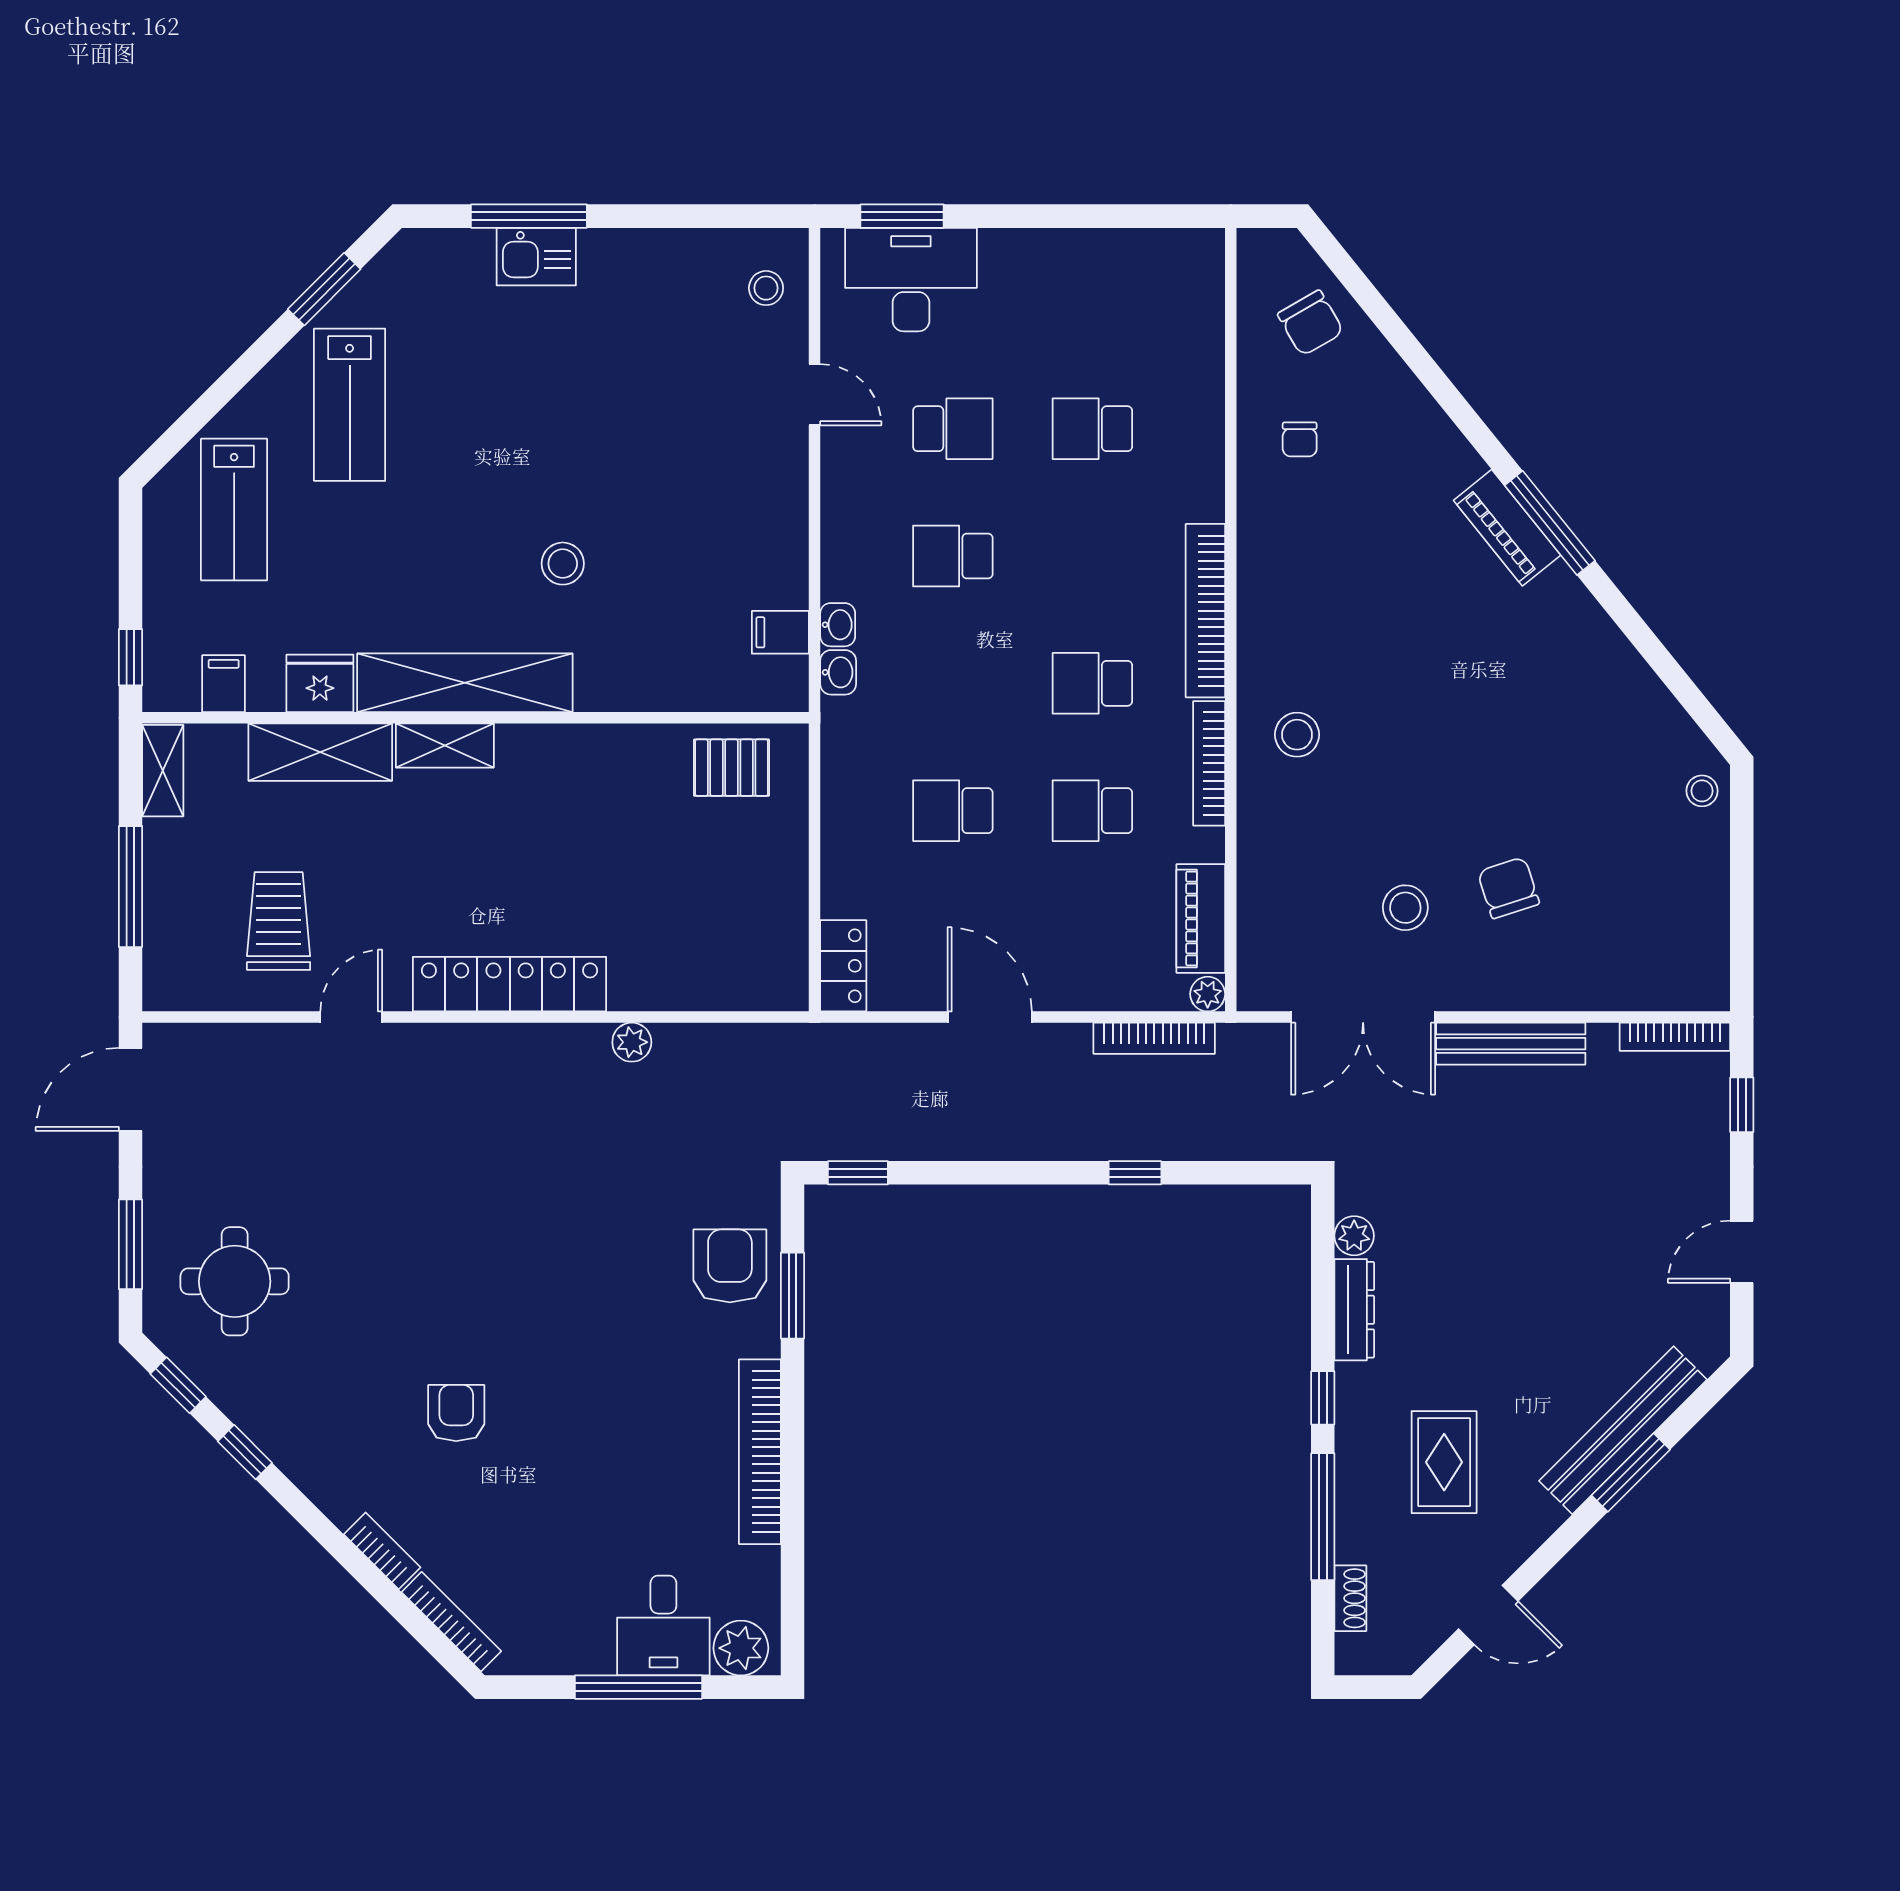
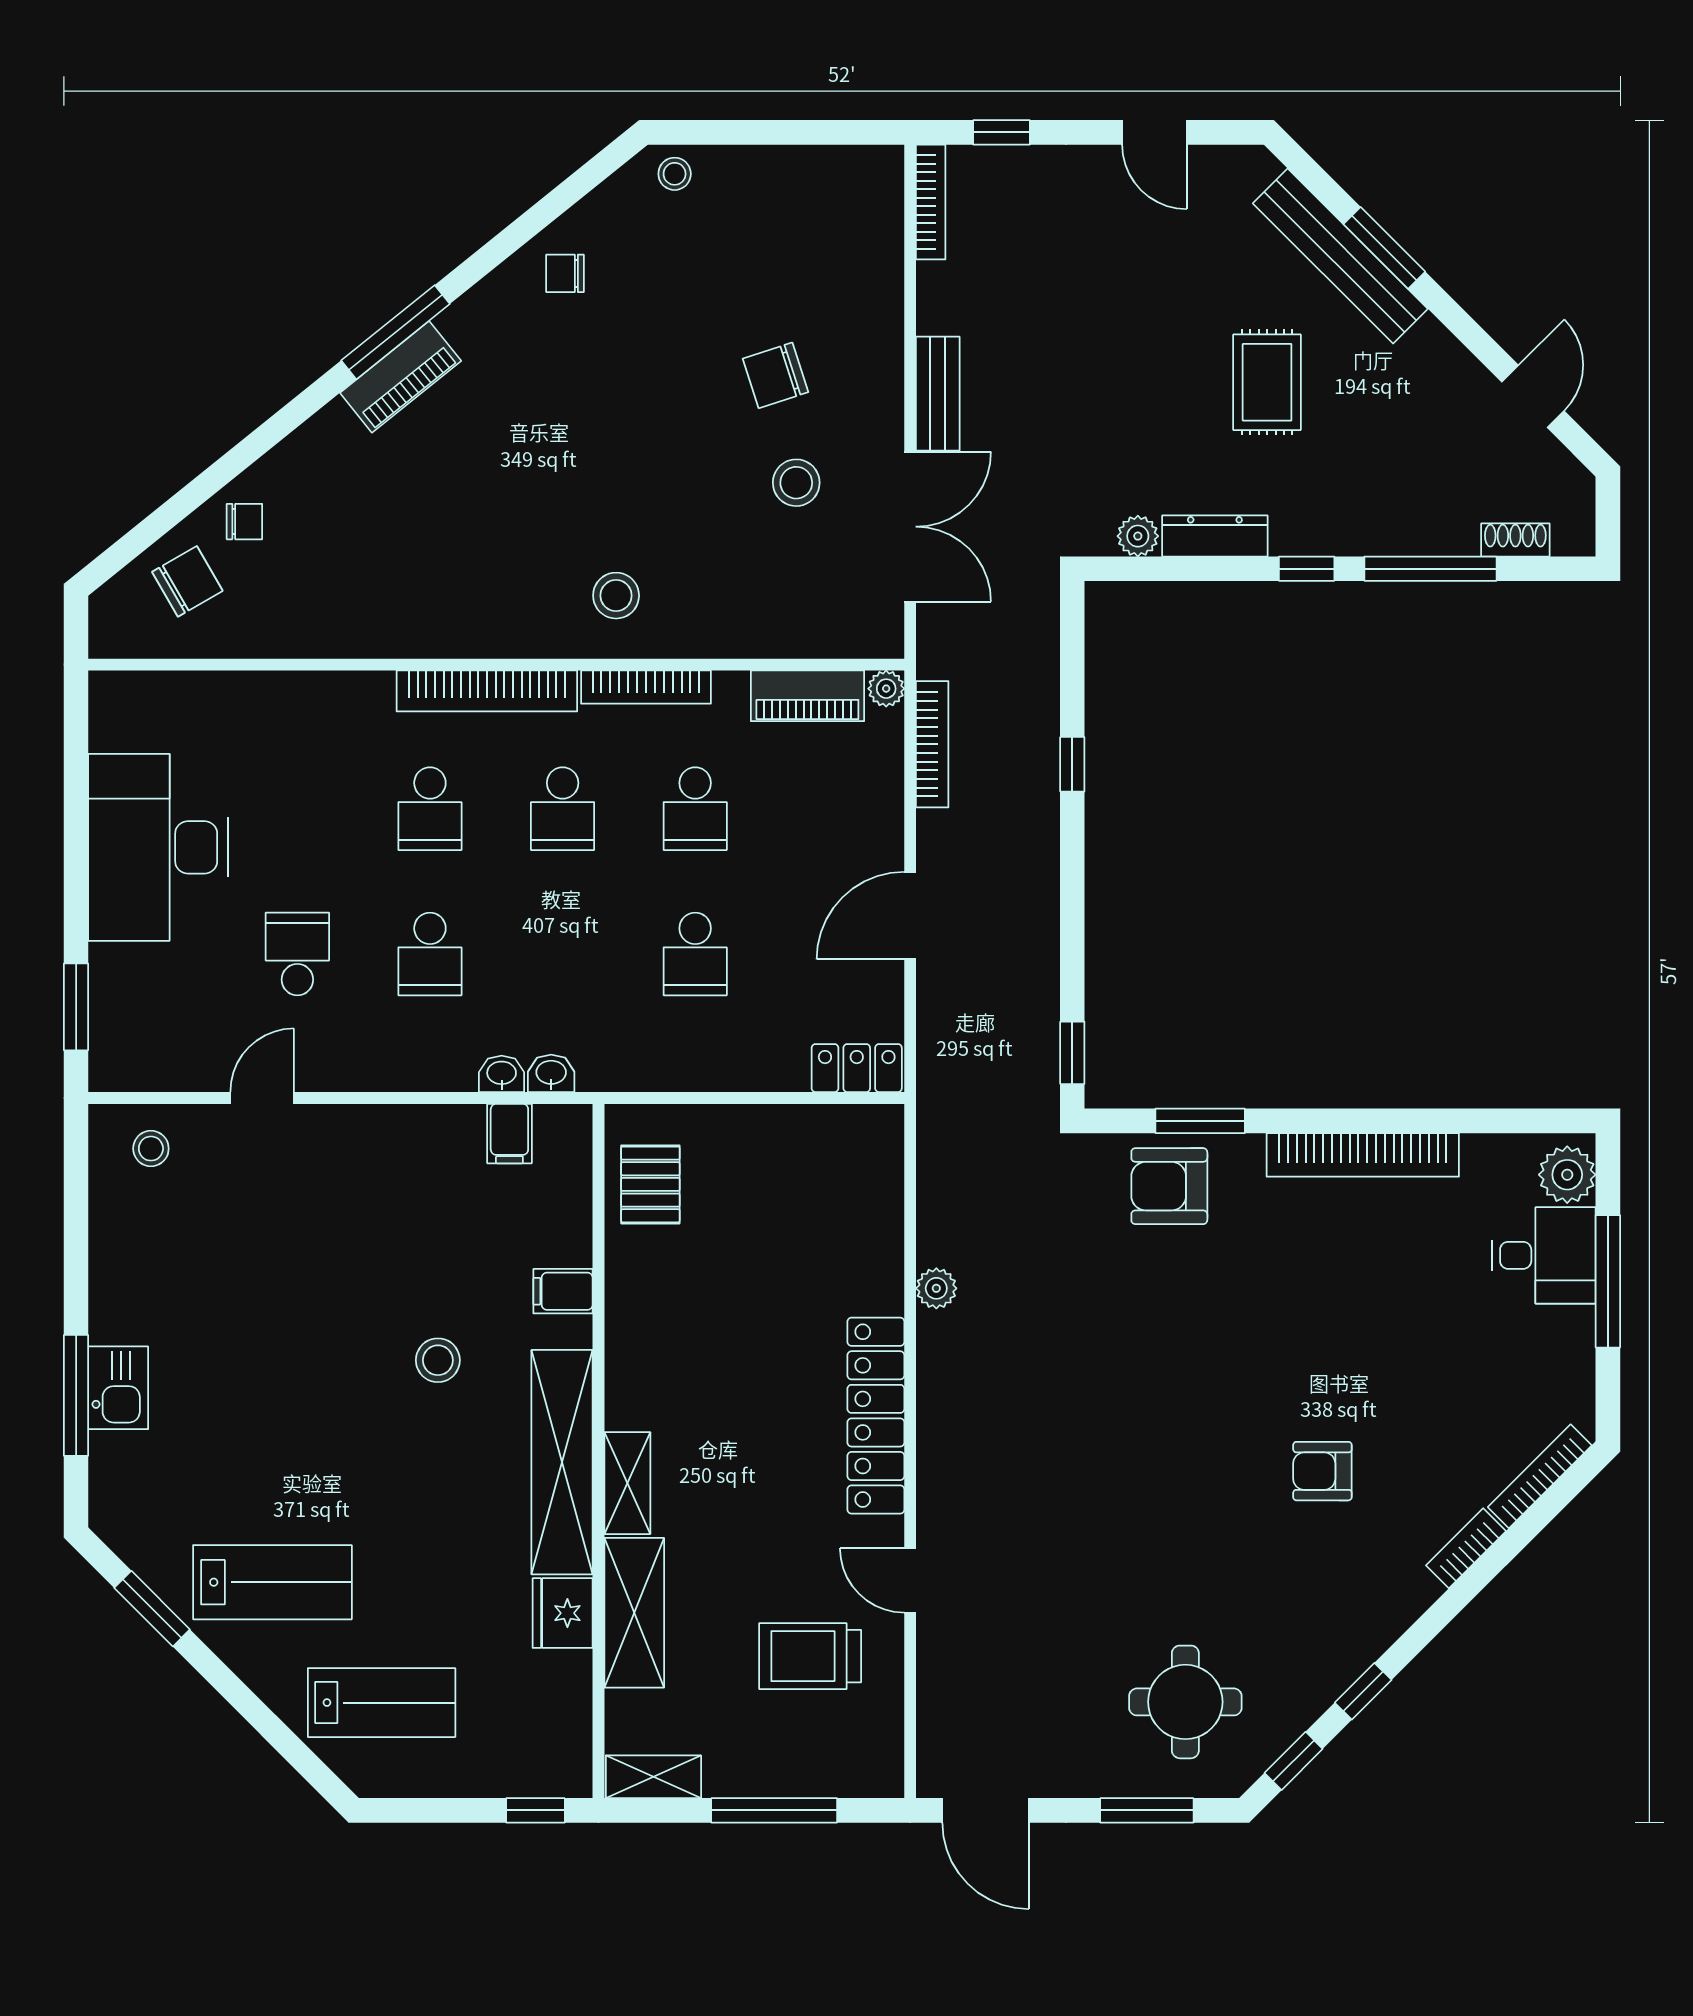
desk: (911, 280) -> (158, 847), moved, width x1.36, depth x1.30
school desk: (1092, 429) -> (430, 809), moved
chair: (1300, 439) -> (244, 522), moved
filing cabinet: (224, 684) -> (563, 1291), moved
chair: (1606, 686) -> (565, 273), added
bench: (1511, 1044) -> (938, 394), width x0.73
rug: (1444, 1462) -> (1267, 382), moved, turned 90

